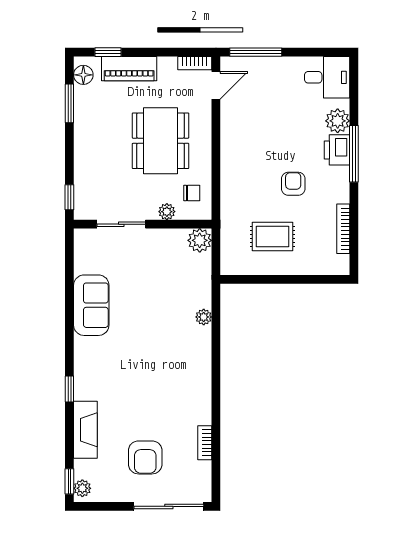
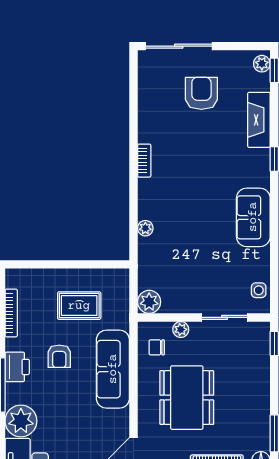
plant: (338, 121) -> (21, 421), width x1.36, depth x1.36
printer: (337, 150) -> (17, 367), moved
sofa: (237, 170) -> (113, 369), added
side table: (86, 252) -> (259, 290), added
sofa: (91, 305) -> (253, 217), moved
bookcase: (205, 443) -> (144, 161), moved

